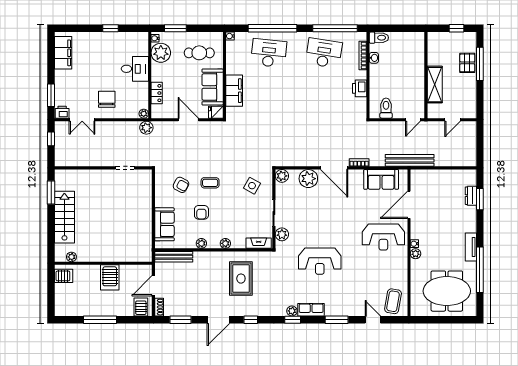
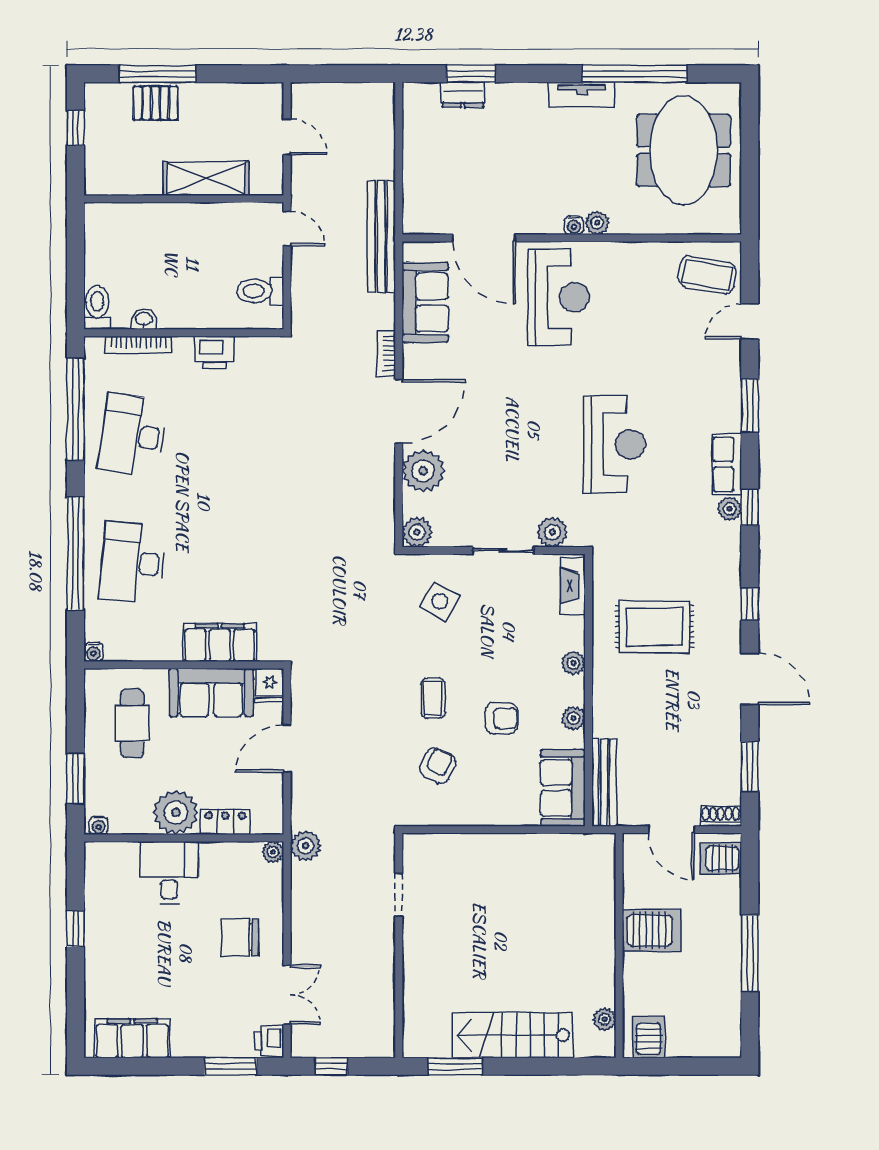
plant: (161, 53) -> (176, 812), moved
sofa: (164, 224) -> (563, 788), moved, turned -90

